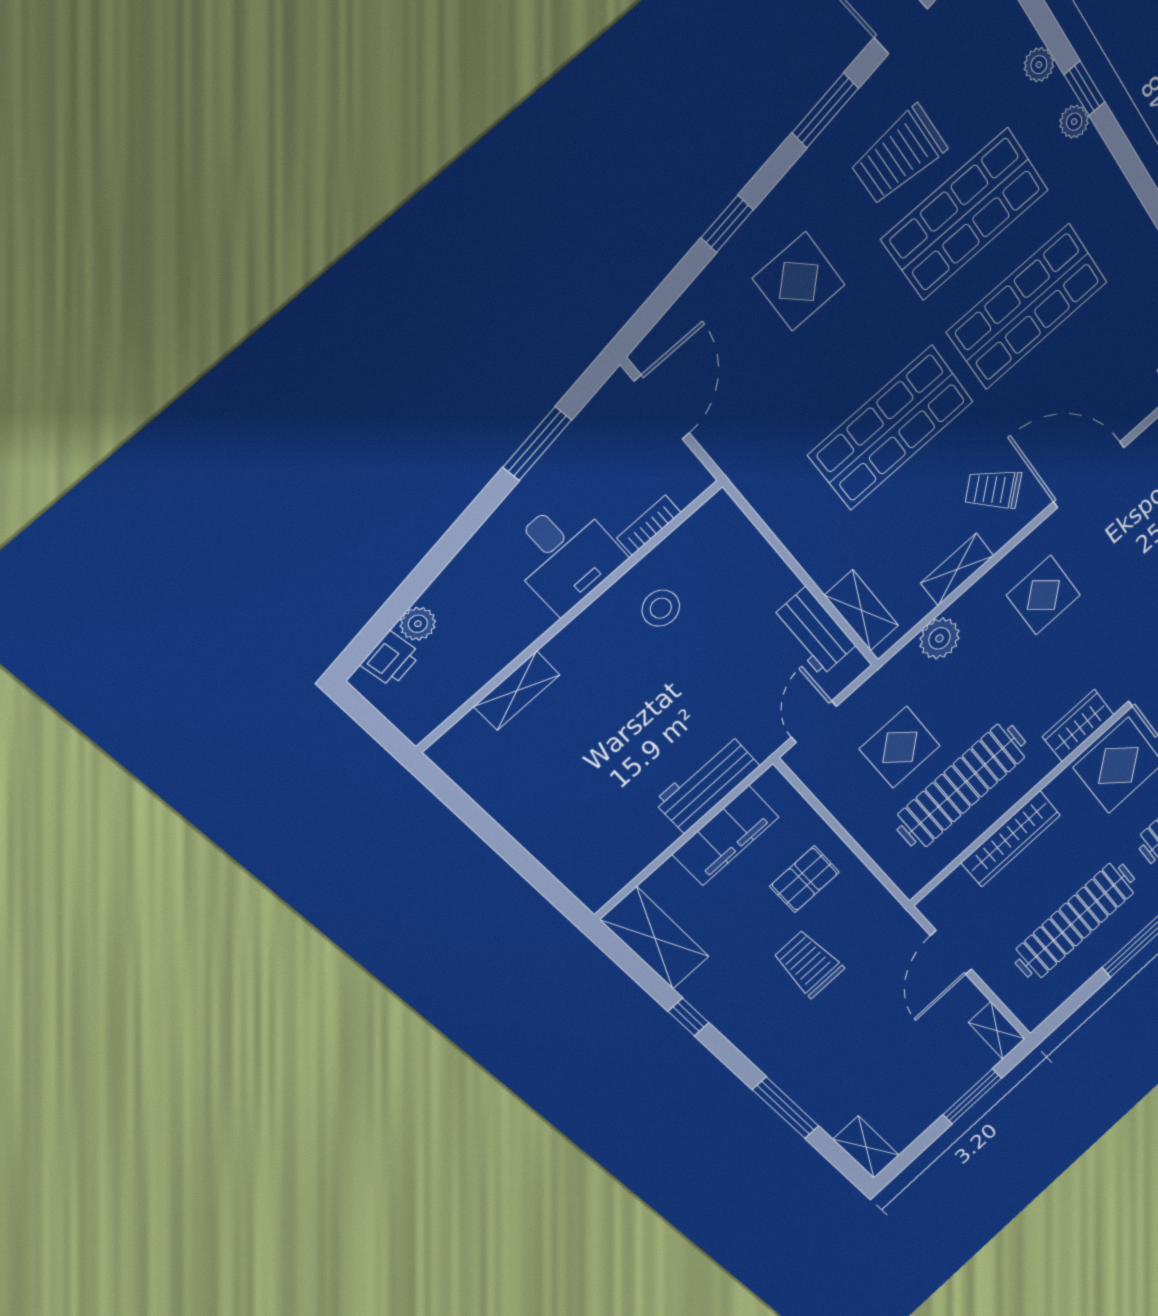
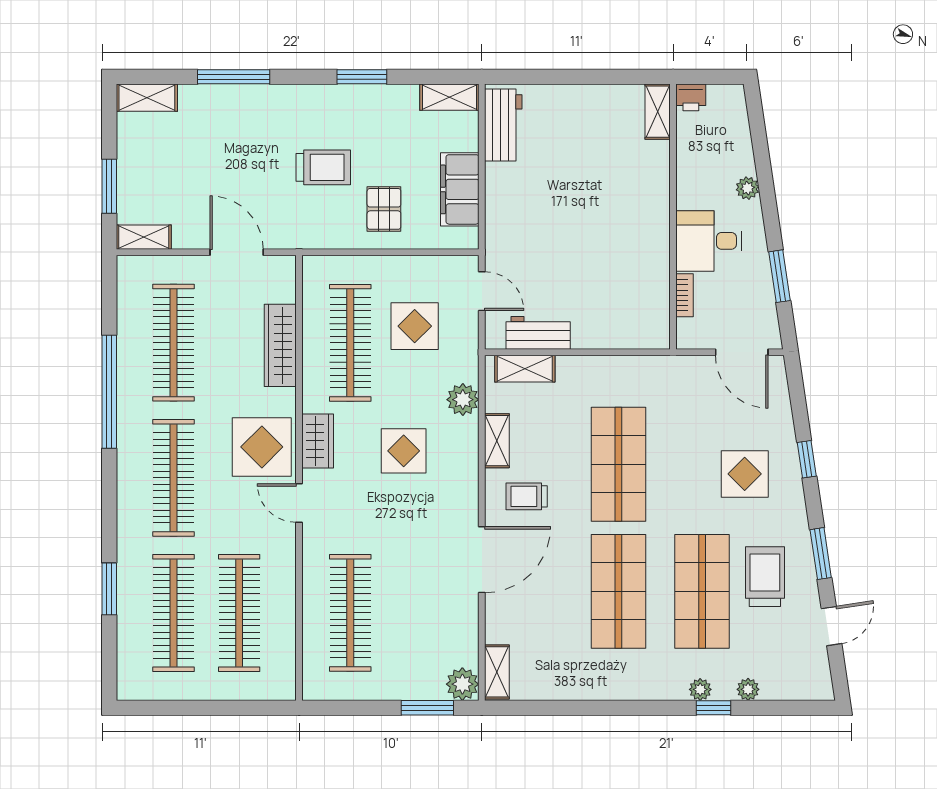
trolley: (993, 489) -> (527, 496), turned -136
display table: (1043, 595) -> (404, 451), moved
stool: (661, 608) -> (632, 264), removed
plant: (418, 624) -> (747, 188), moved
printer: (391, 659) -> (691, 97), moved, turned -82
shelving: (517, 691) -> (658, 112), moved
workbench: (707, 784) -> (503, 125), moved
shelving: (655, 938) -> (449, 97), width x0.67, depth x0.75
window: (689, 1017) -> (362, 77), width x1.50

